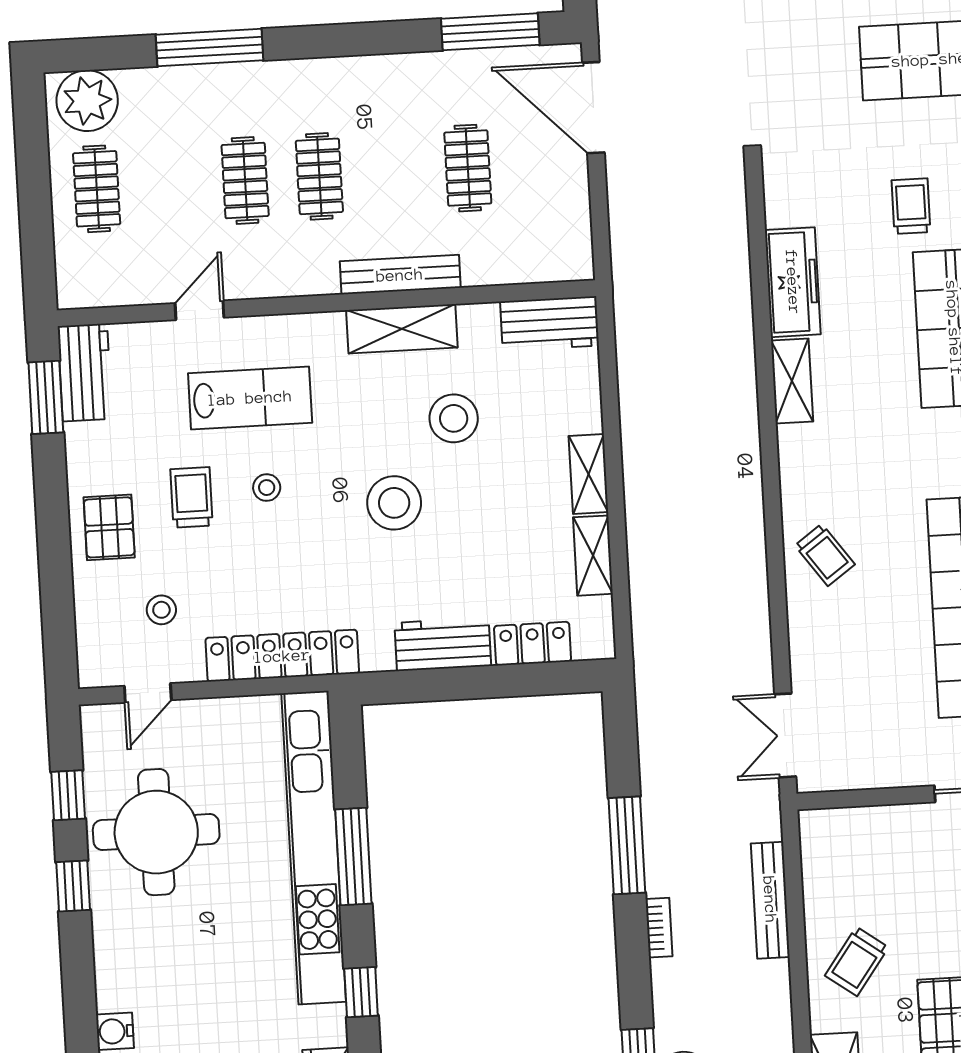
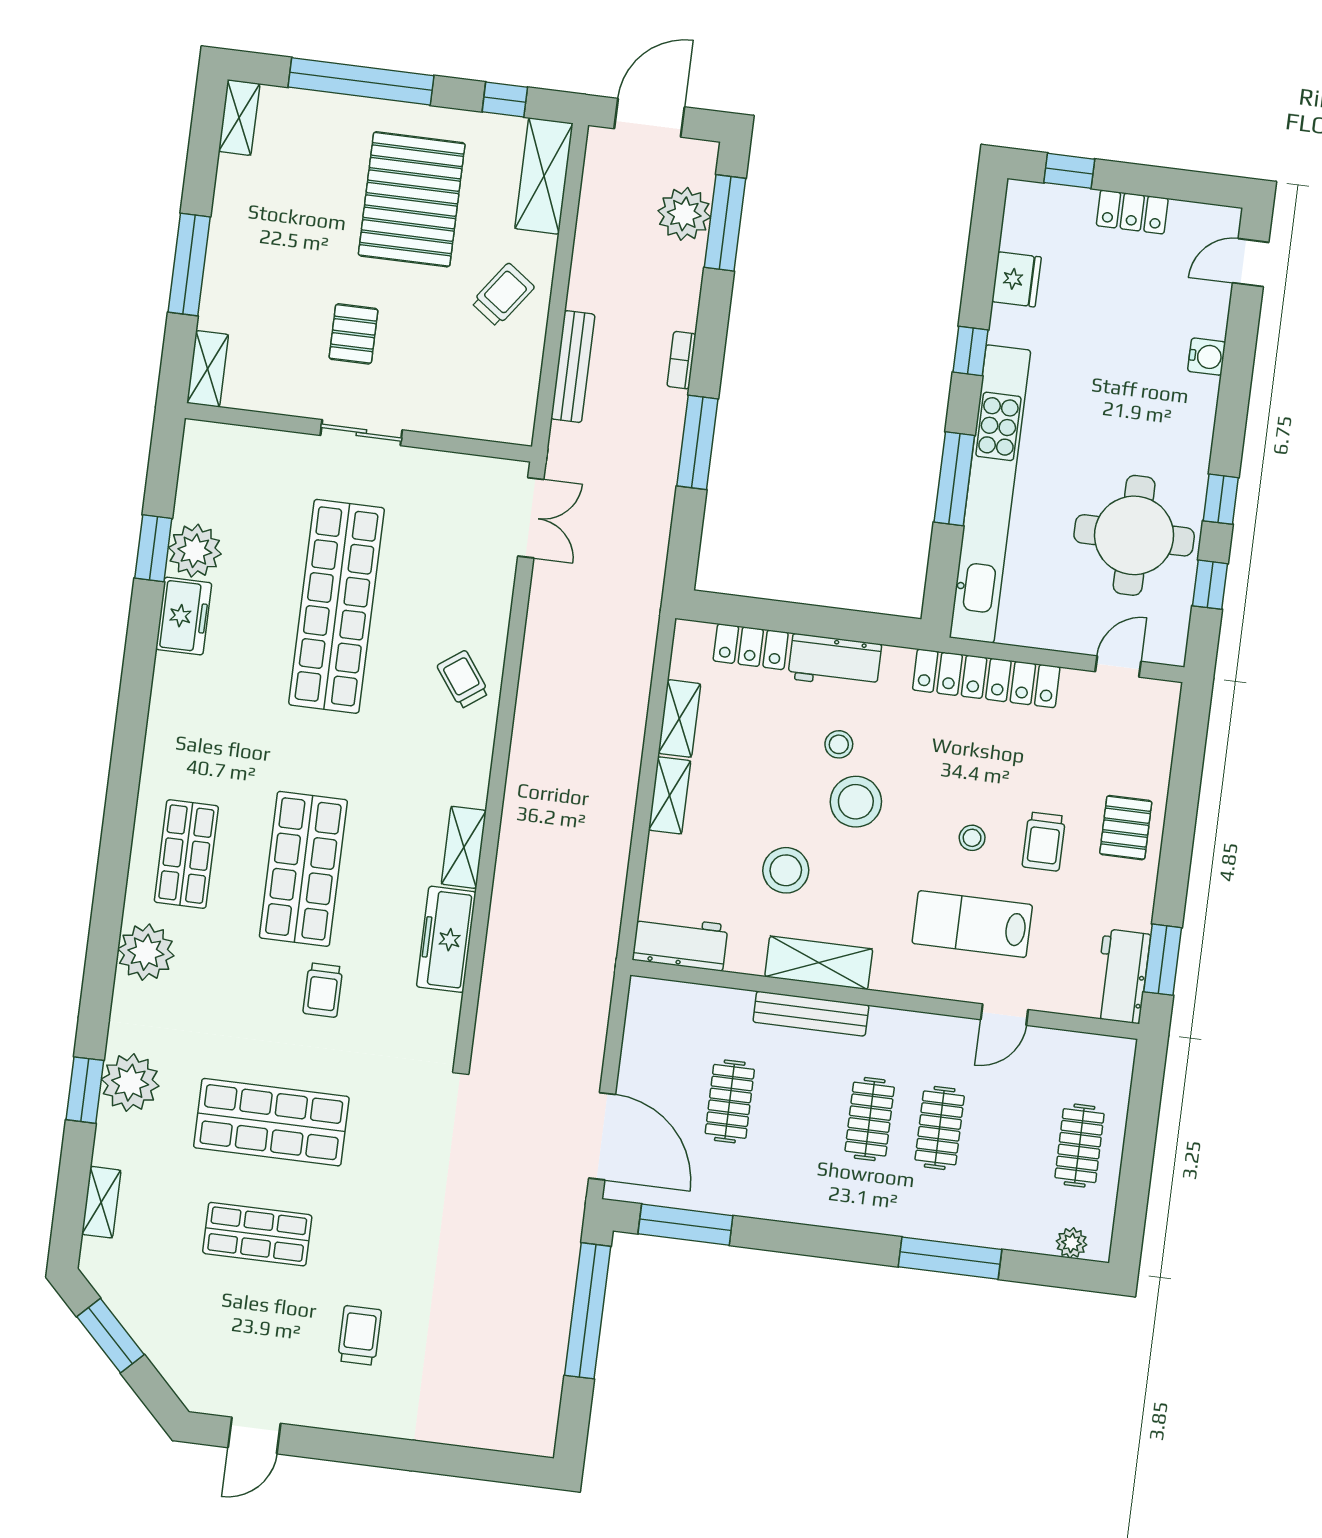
plant: (87, 101) -> (1072, 1243), width x0.53, depth x0.53
stool: (161, 610) -> (839, 744), moved

